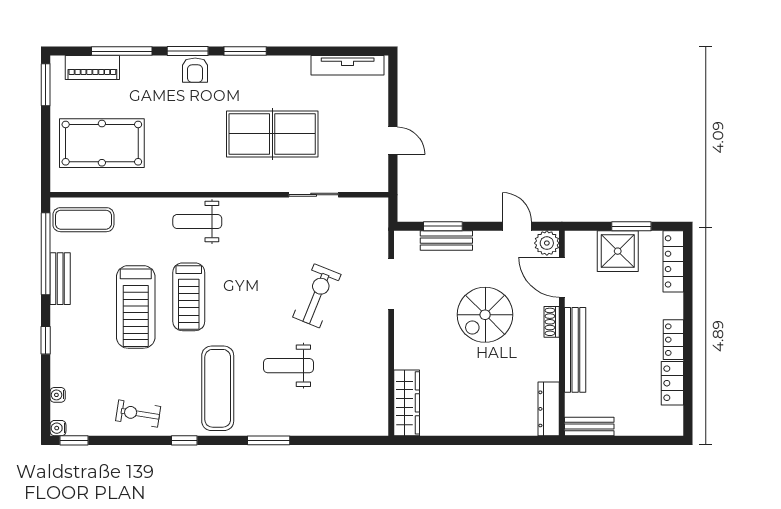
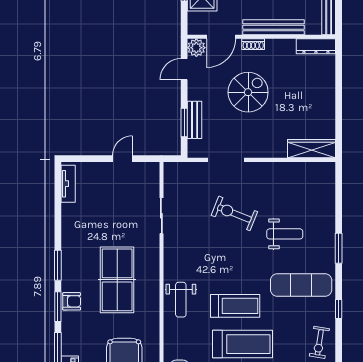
tv unit: (348, 65) -> (68, 184), width x0.71
table tennis table: (272, 134) -> (117, 280), moved
spiral stairs: (485, 315) -> (248, 92), turned -90
weight bench: (289, 366) -> (285, 234), turned -90

